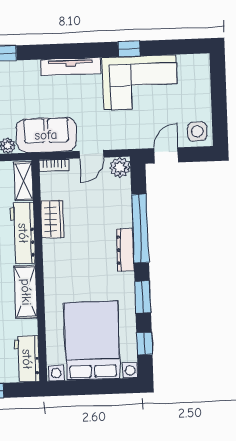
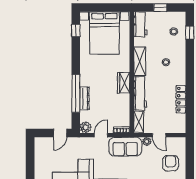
side table: (197, 132) -> (43, 145), removed
wardrobe: (52, 219) -> (124, 83), moved
dresser: (125, 250) -> (84, 98), moved
window: (143, 297) -> (76, 56), removed

